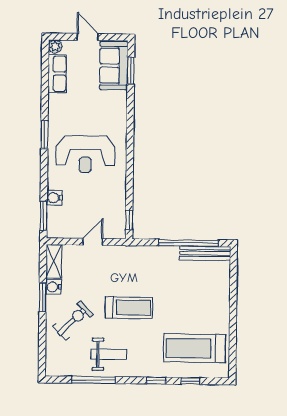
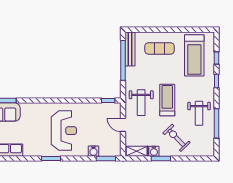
weight bench: (126, 269) -> (141, 103), added
exercise mat: (205, 297) -> (160, 48), added
weight bench: (109, 354) -> (199, 113), turned 180

